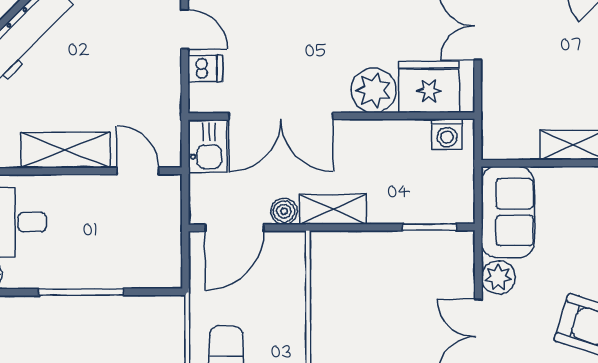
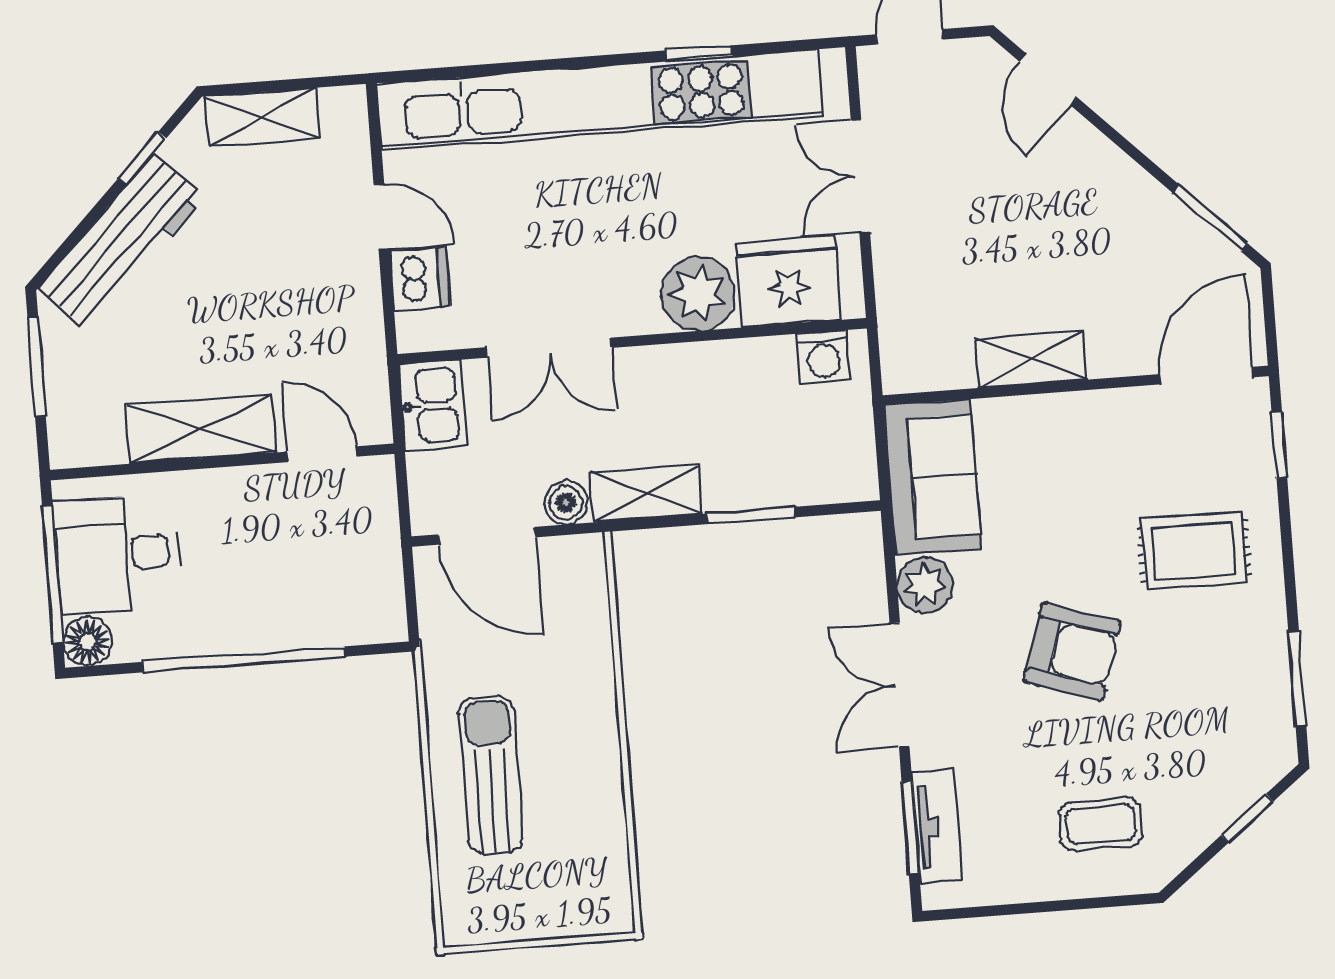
dishwasher: (205, 69) -> (420, 279), width x1.38
double door: (281, 116) -> (549, 348), width x0.73
window: (429, 227) -> (751, 515), moved
door: (235, 228) -> (487, 536), hinge flipped
window: (81, 292) -> (244, 659), width x1.46

